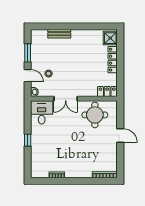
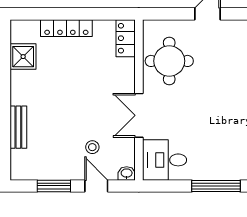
shower: (110, 38) -> (23, 57), moved
door: (28, 76) -> (96, 186), hinge flipped
double door: (66, 99) -> (139, 115), swing flipped
window: (28, 140) -> (216, 186), width x2.17

